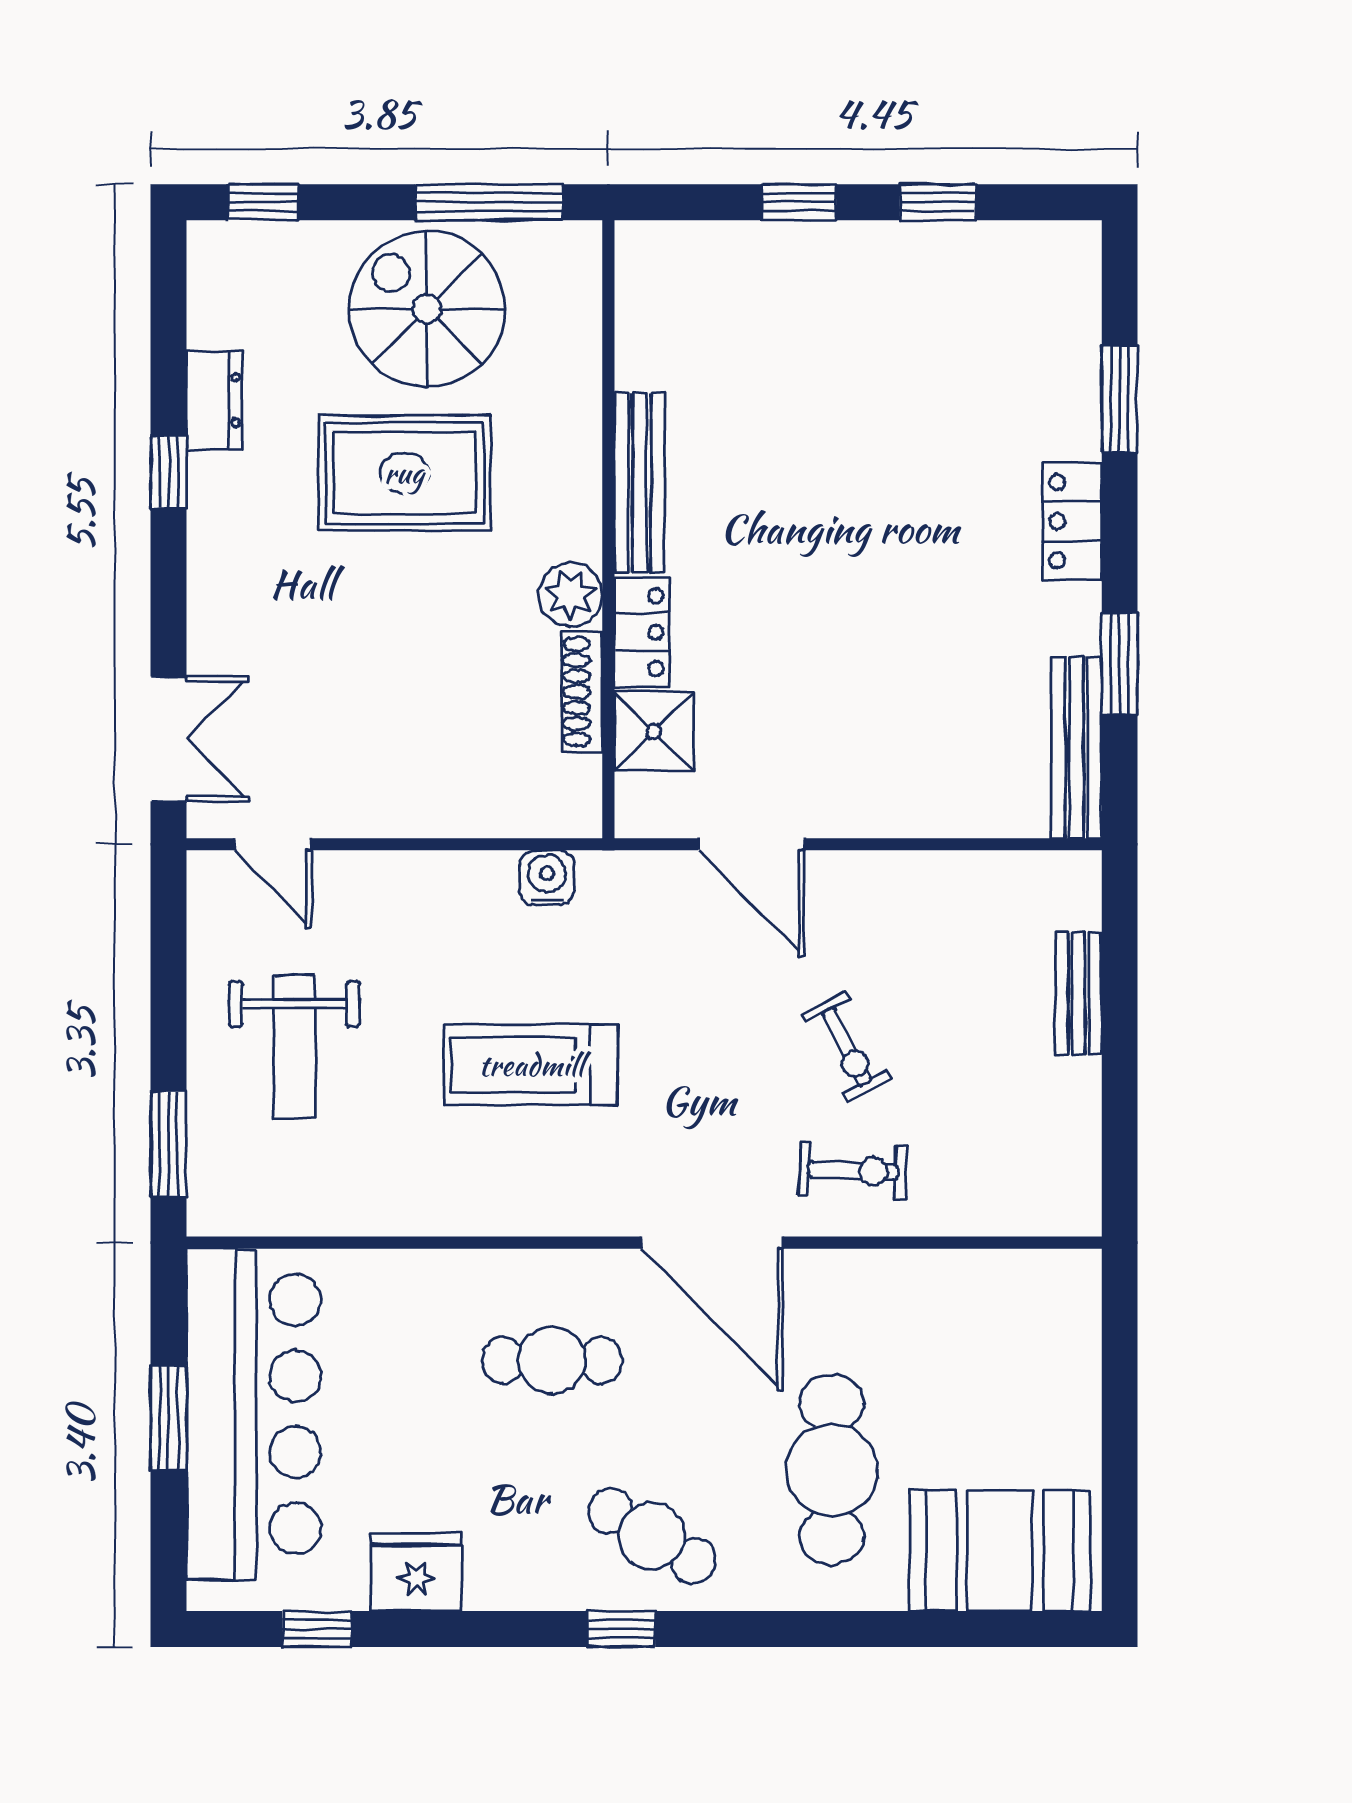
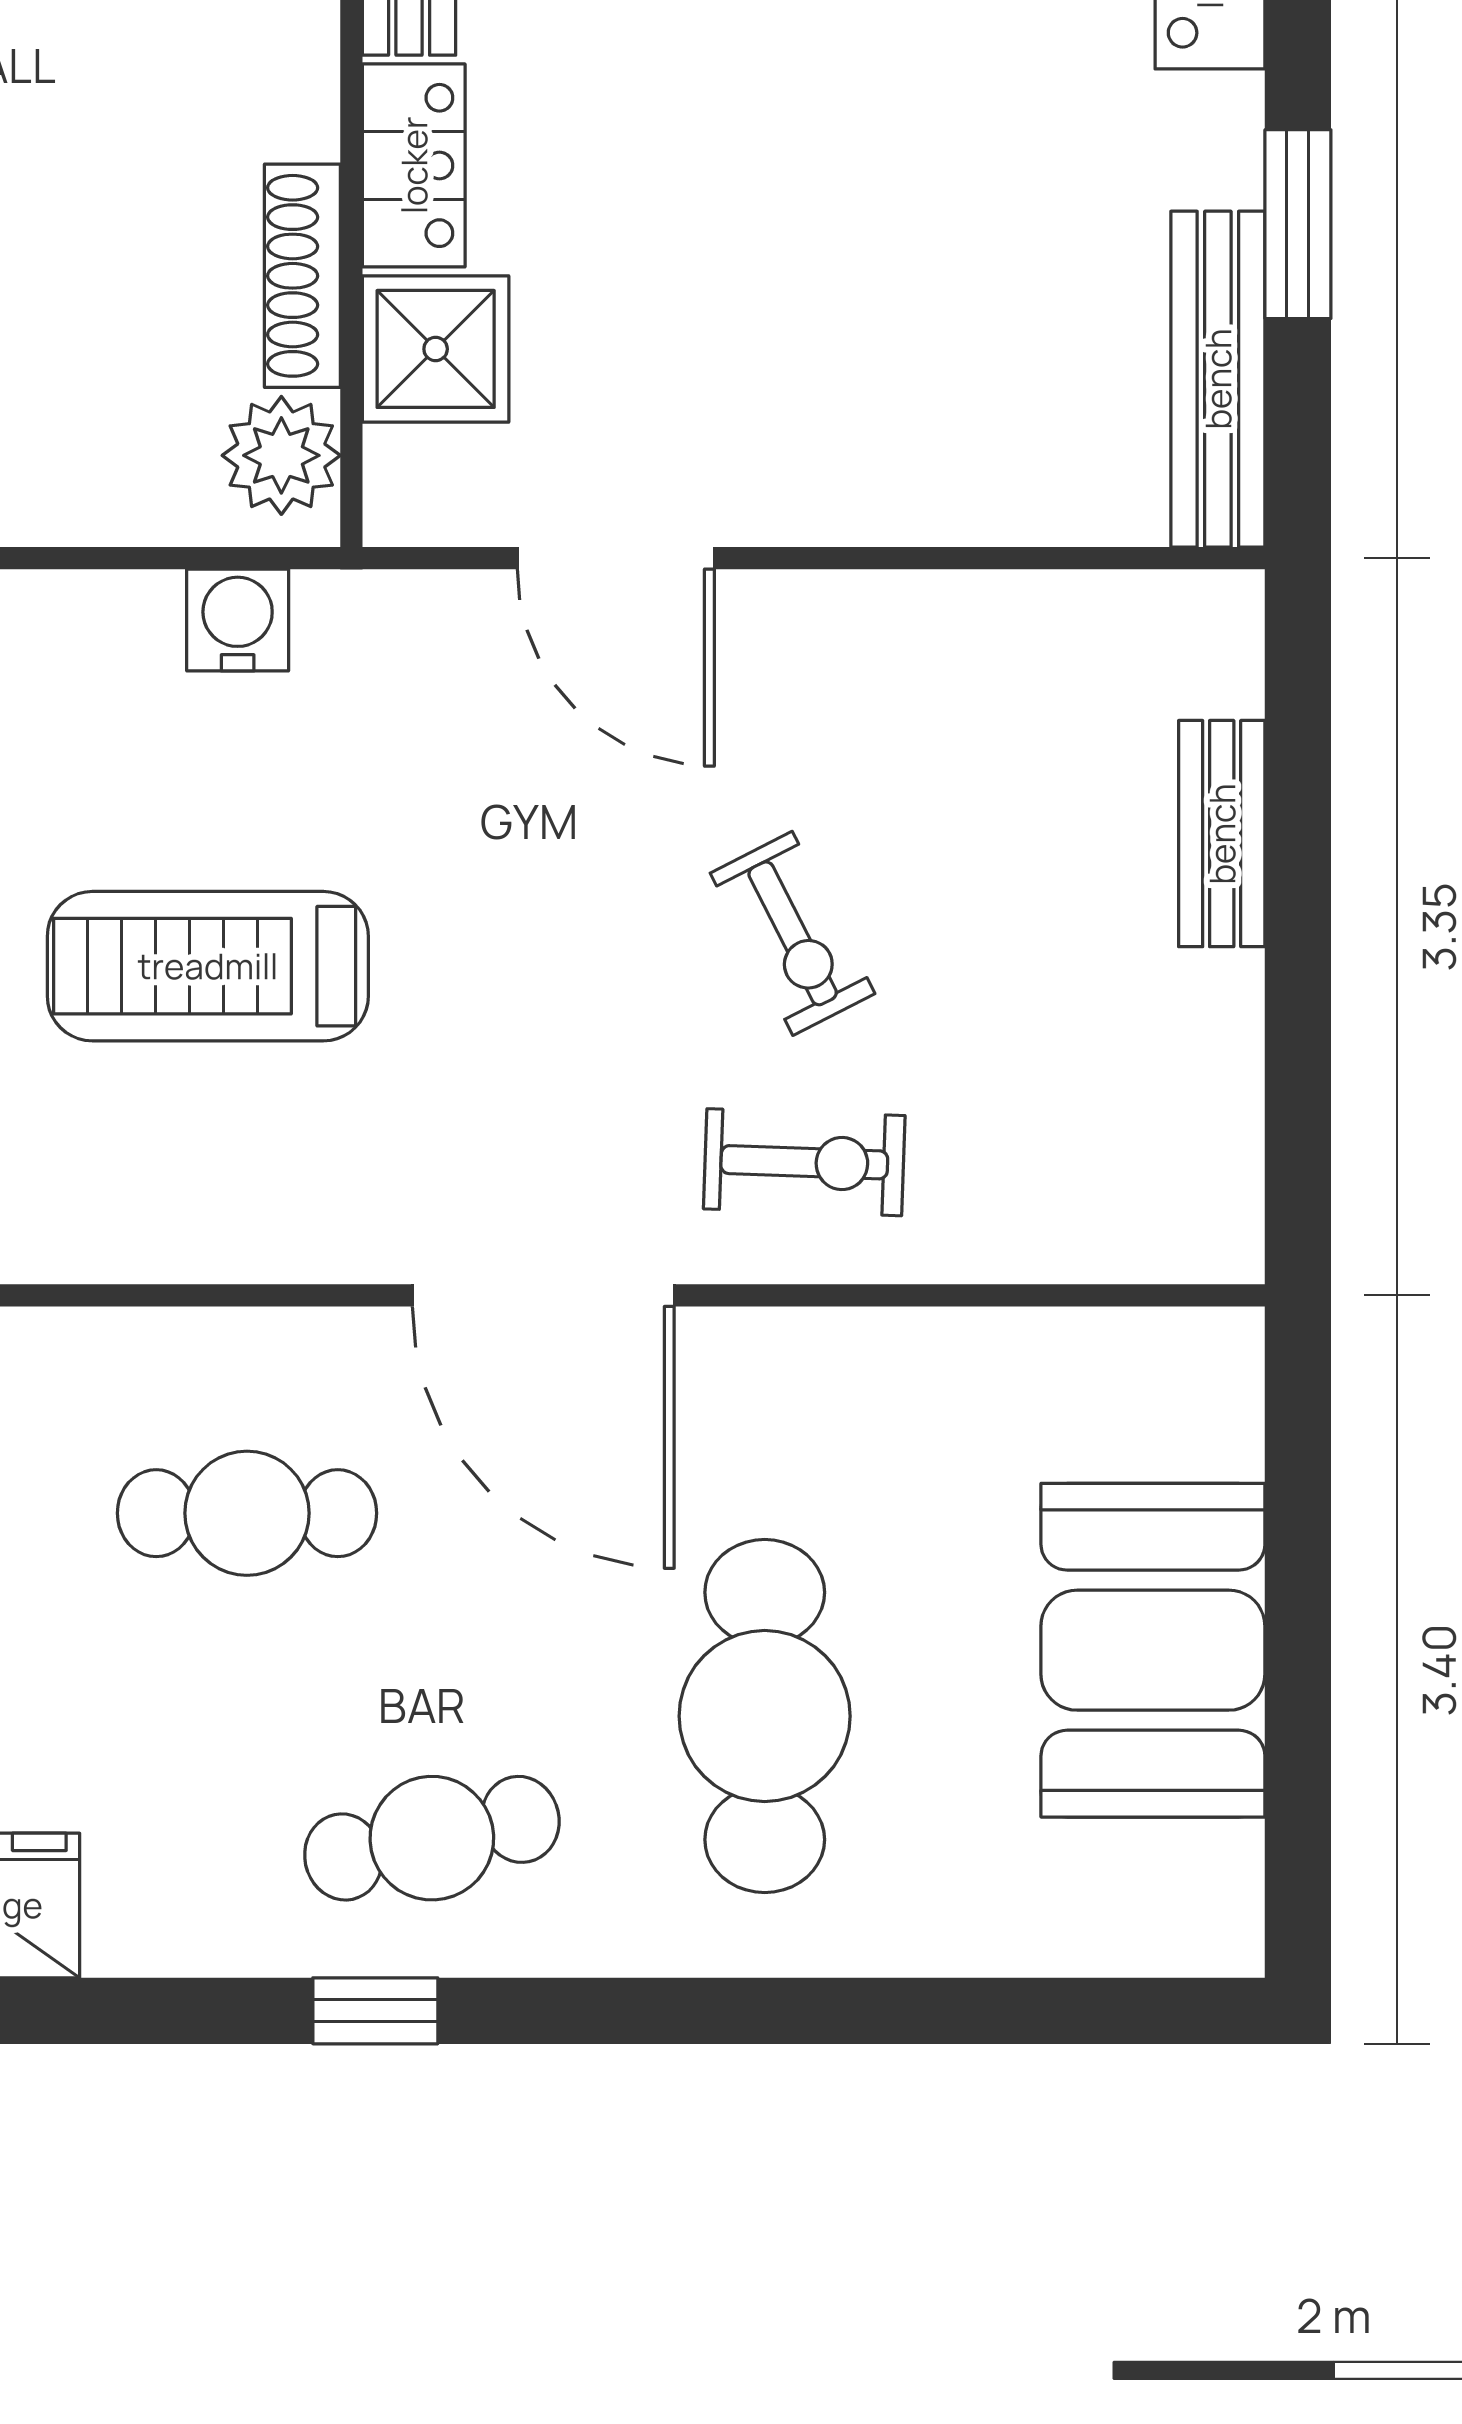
plant: (570, 595) -> (281, 455), moved
cafe table: (652, 1536) -> (432, 1838), turned -43
booth: (1000, 1551) -> (1153, 1650), moved, turned 90

